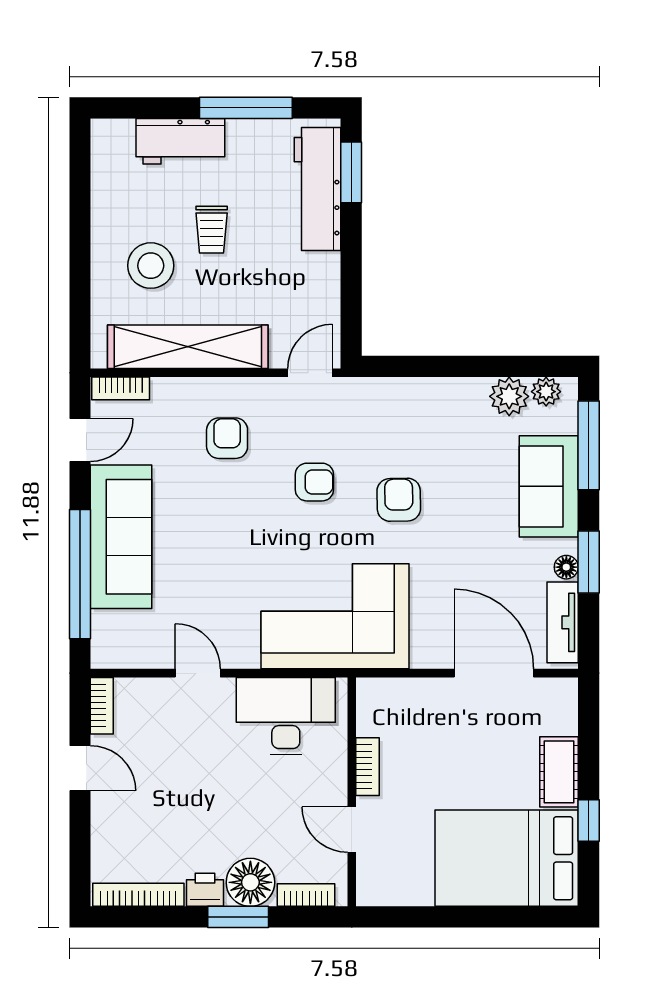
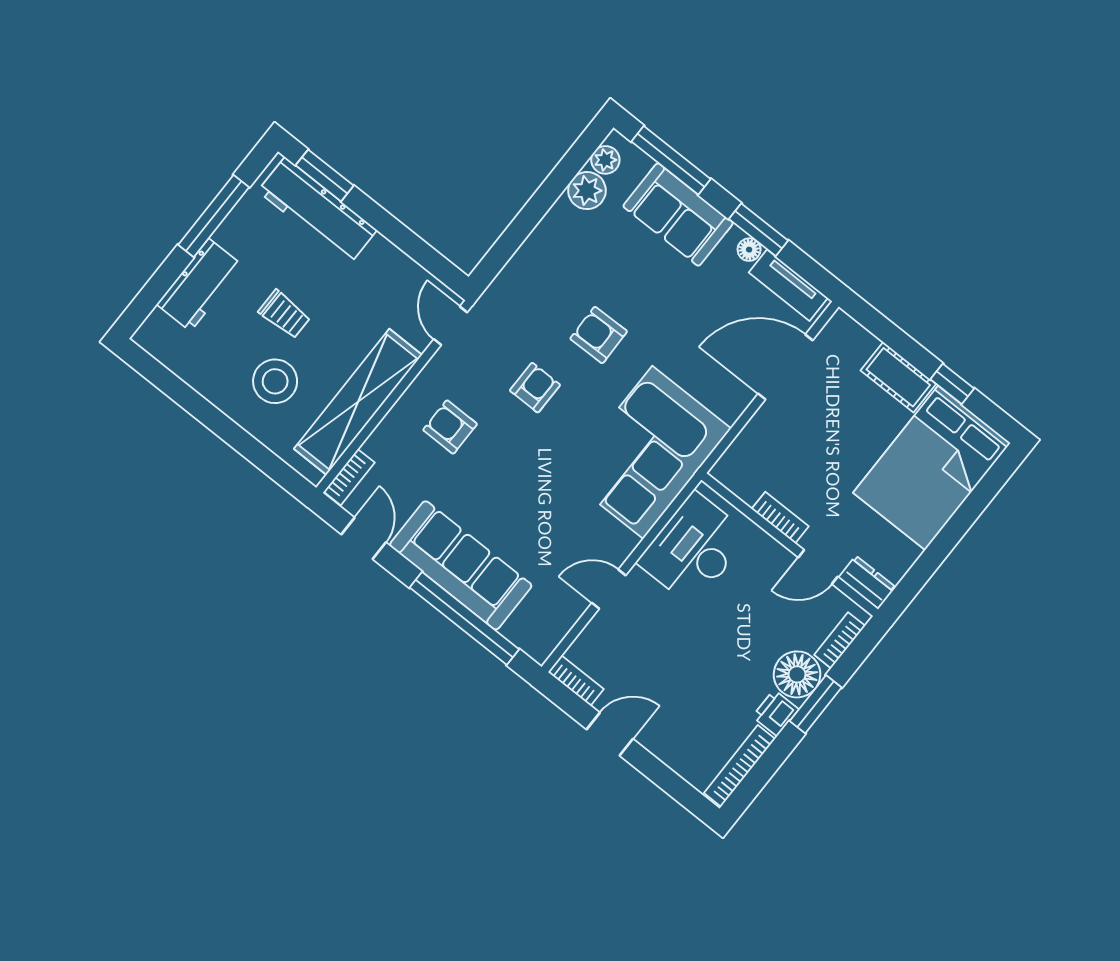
dresser: (371, 880) -> (867, 583), added

